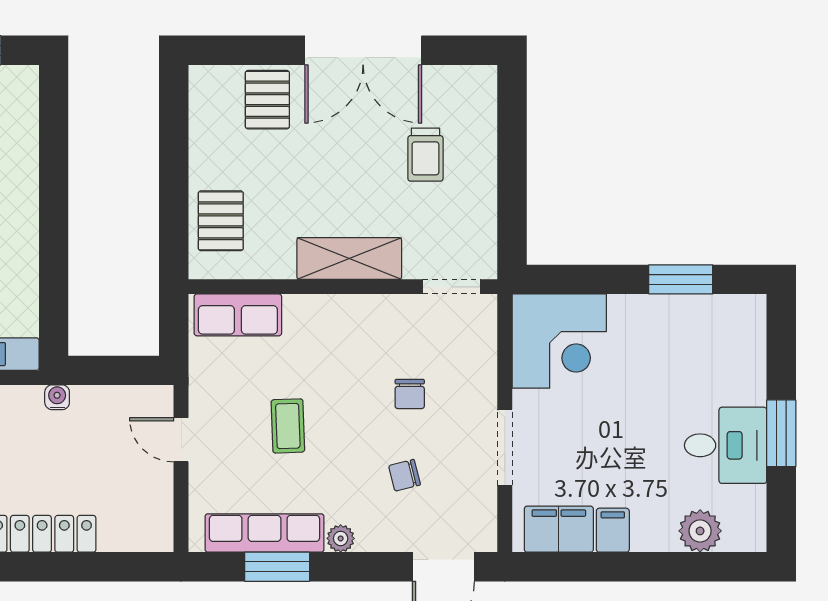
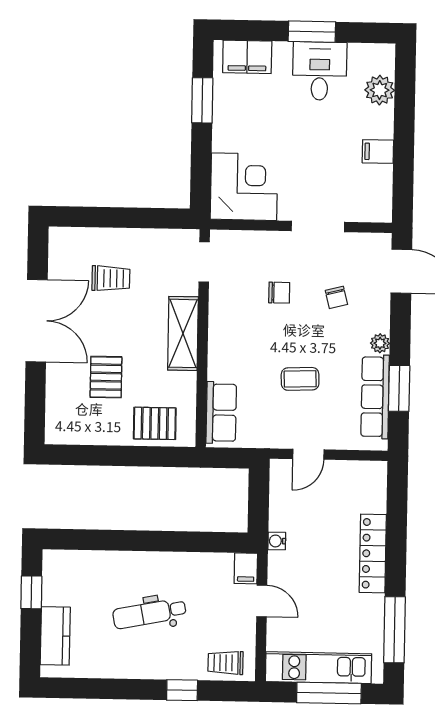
pallet: (267, 100) -> (106, 377), moved, turned 90
filing cabinet: (559, 529) -> (247, 57), moved, turned -90

